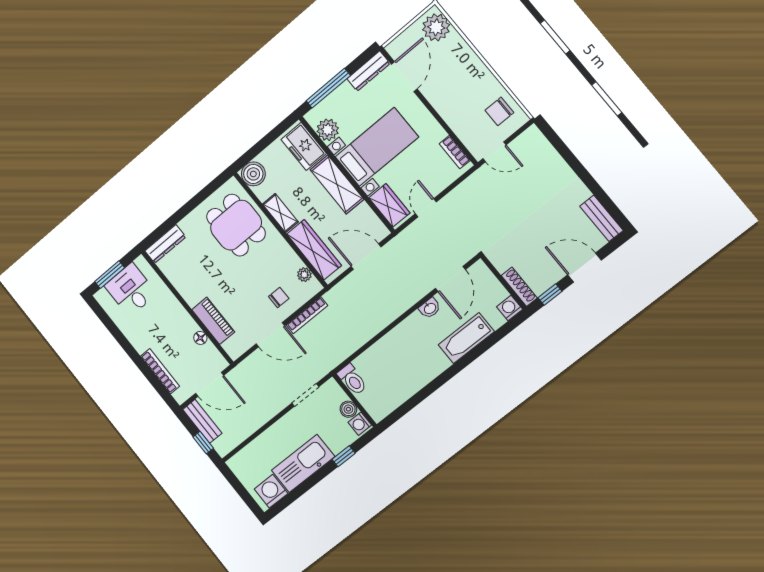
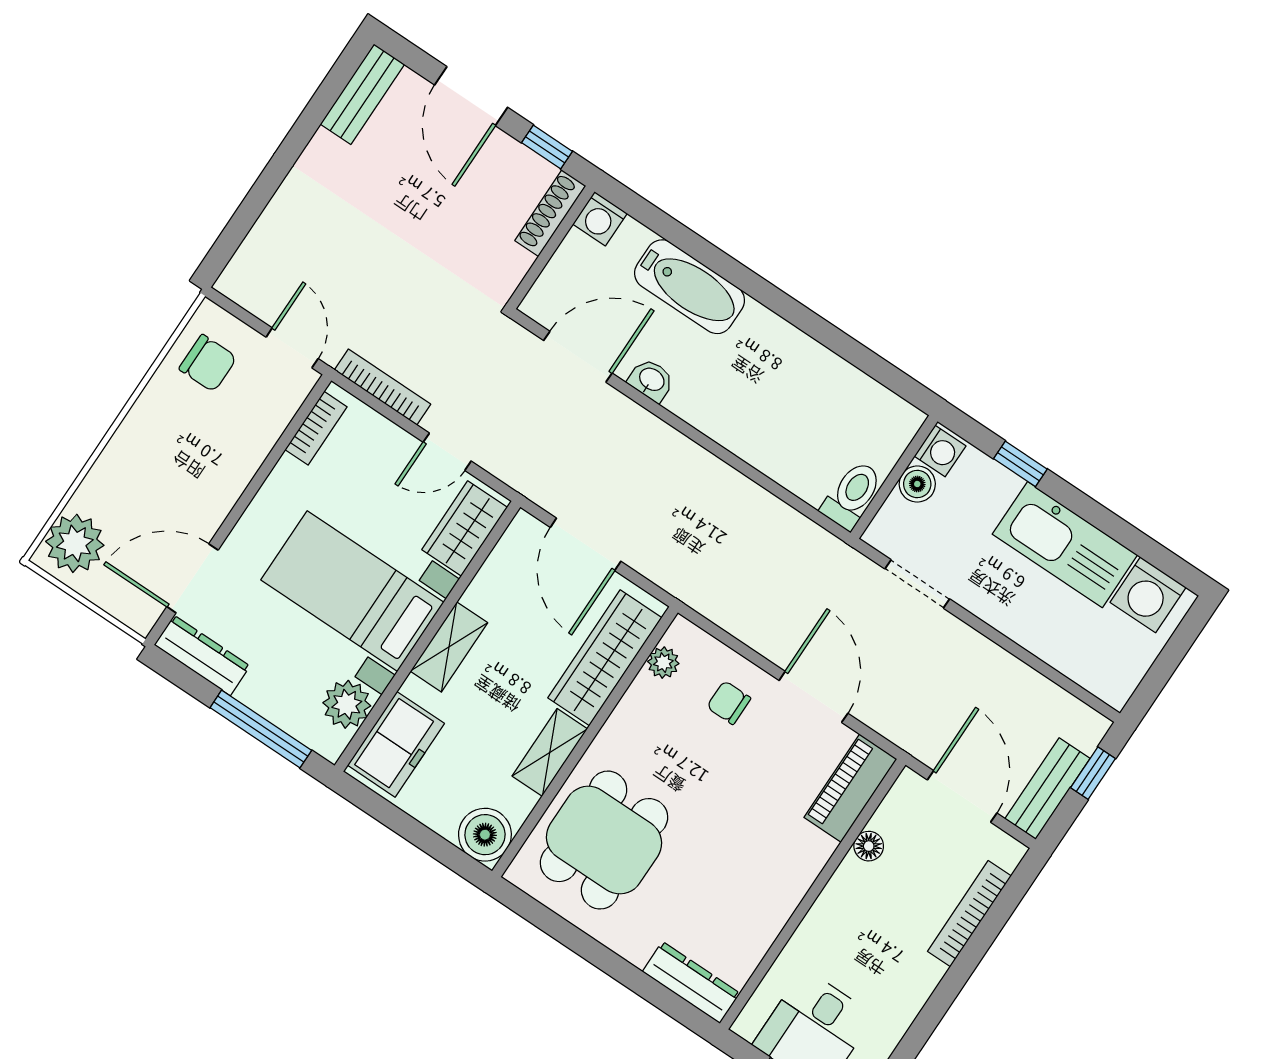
shelving: (337, 184) -> (449, 647), width x0.67, depth x0.75
bookcase: (307, 315) -> (383, 387), moved
piano: (213, 321) -> (850, 788), moved

